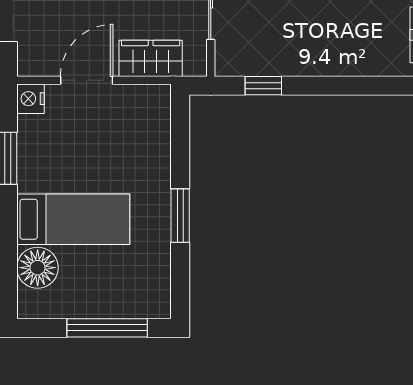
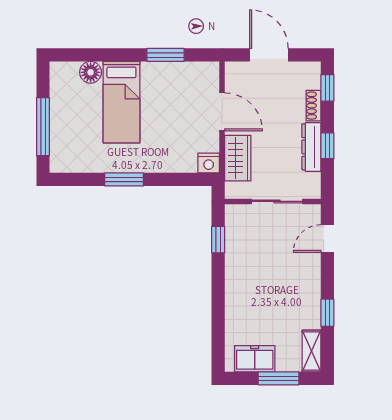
nightstand: (31, 99) -> (209, 163), moved, turned 180
floor lamp: (38, 268) -> (91, 72), width x0.73, depth x0.73

